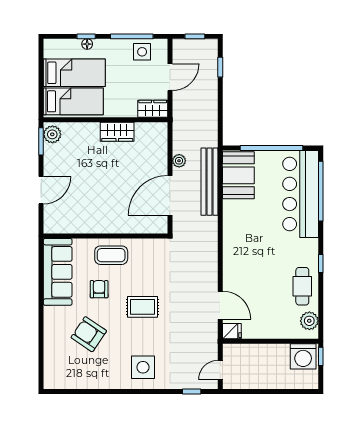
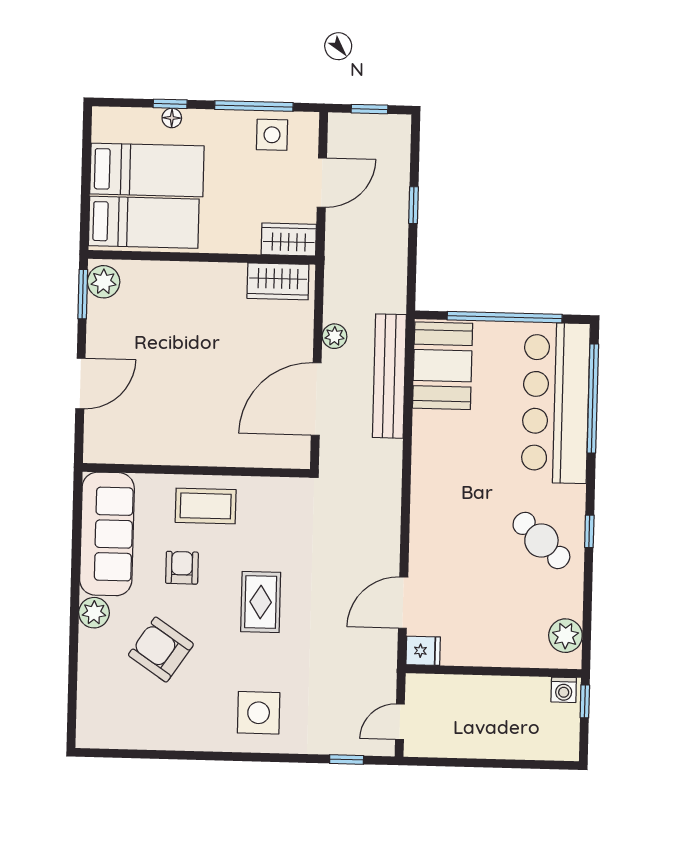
window: (220, 67) -> (413, 205), moved
wardrobe: (117, 132) -> (278, 281), moved
cafe table: (302, 286) -> (541, 540), moved, turned -47
door: (220, 305) -> (403, 603), swing flipped
rug: (143, 307) -> (261, 602), turned 90
plant: (52, 315) -> (94, 613), added
washing machine: (303, 356) -> (564, 690), width x0.53, depth x0.53

